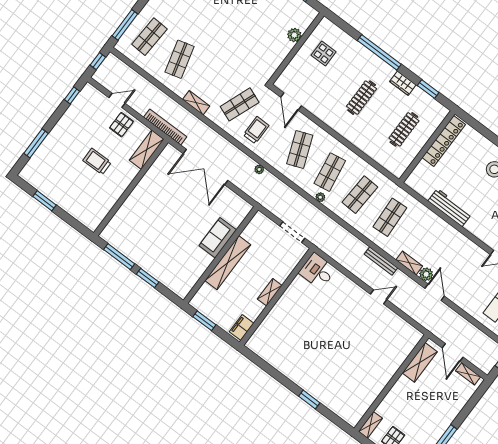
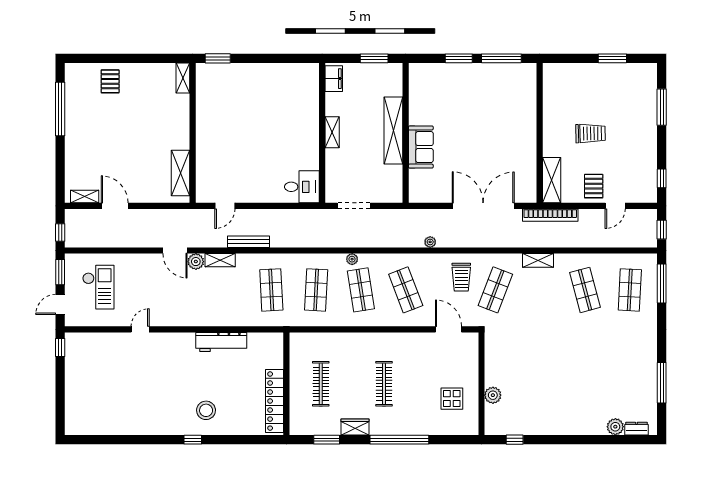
shelving: (420, 362) -> (181, 173), moved
wall: (391, 383) -> (193, 133), moved
shelving: (370, 425) -> (183, 78), moved

